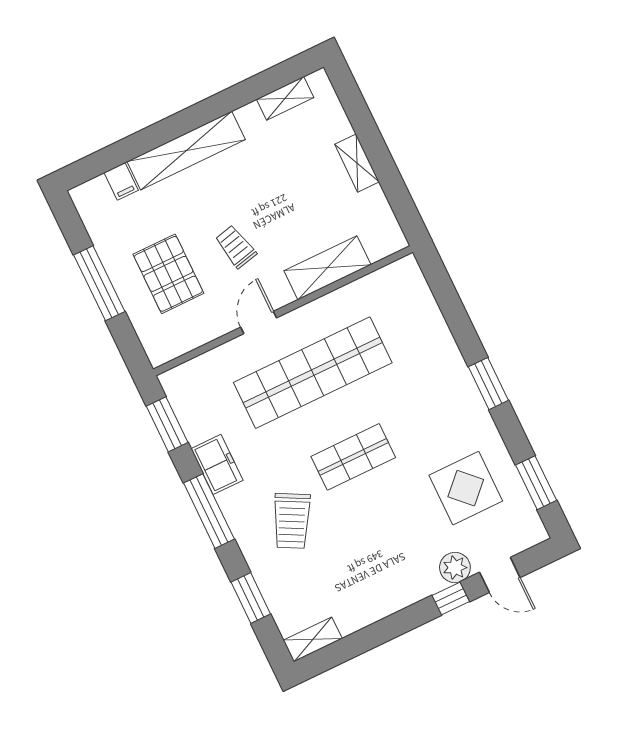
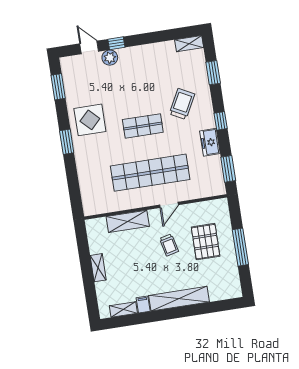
filing cabinet: (121, 181) -> (143, 304), moved
display table: (466, 488) -> (90, 120), moved
window: (209, 511) -> (221, 121), width x0.46

